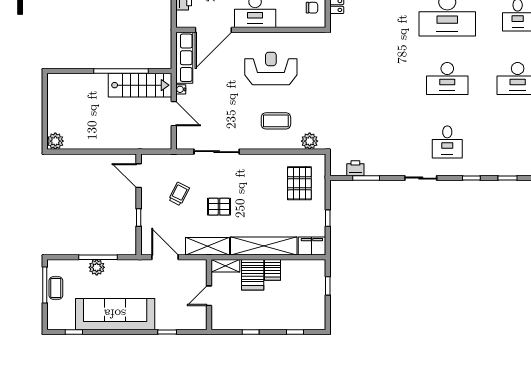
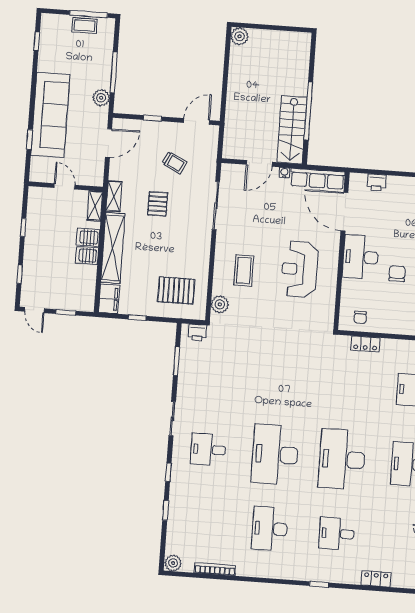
reception desk: (271, 68) -> (299, 269), turned 180
desk: (447, 78) -> (275, 454), width x1.36, depth x1.30
printer: (355, 168) -> (197, 332), moved, turned 90
shelving: (208, 246) -> (114, 196), width x0.67, depth x0.75
plant: (97, 267) -> (101, 98), moved
server rack: (253, 275) -> (88, 237), width x0.73, depth x0.70
sofa: (115, 314) -> (50, 115), moved
door: (328, 316) -> (34, 310), added

